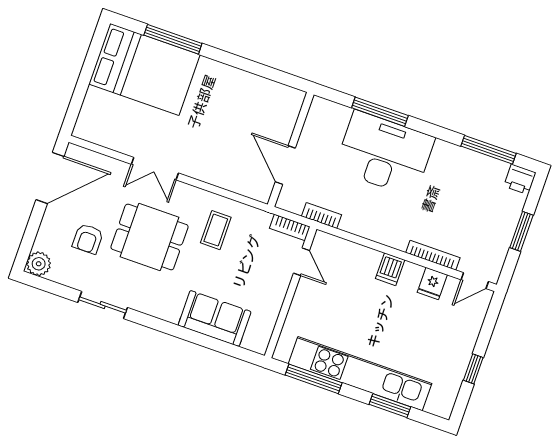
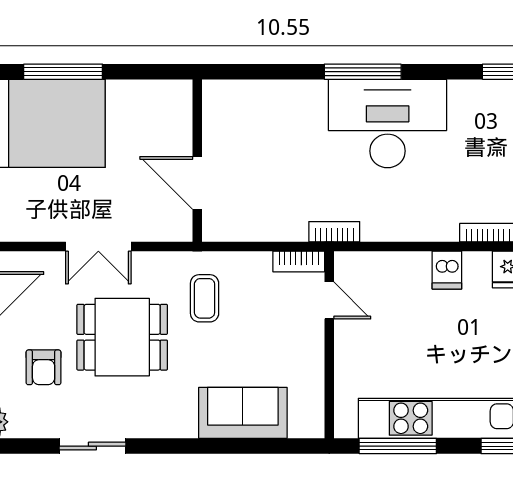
wall: (291, 150) -> (197, 161), moved
door: (285, 165) -> (197, 183), moved

